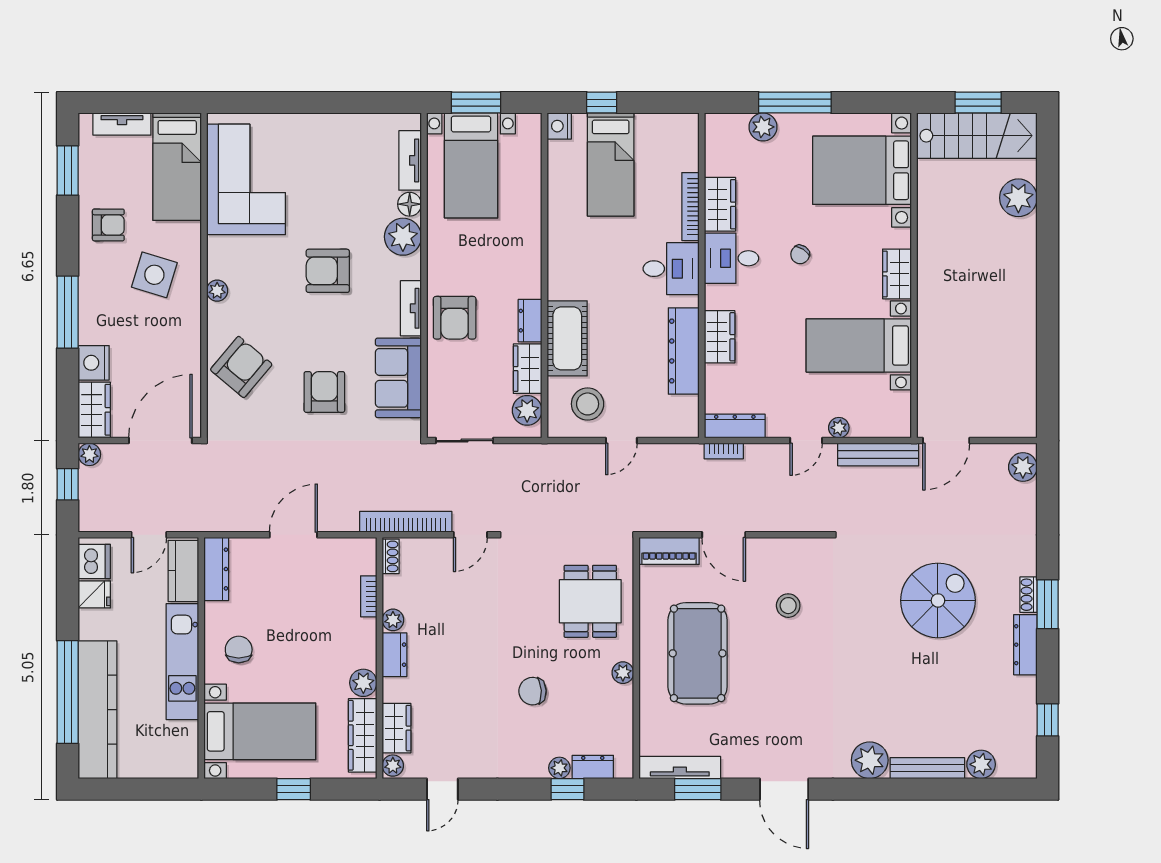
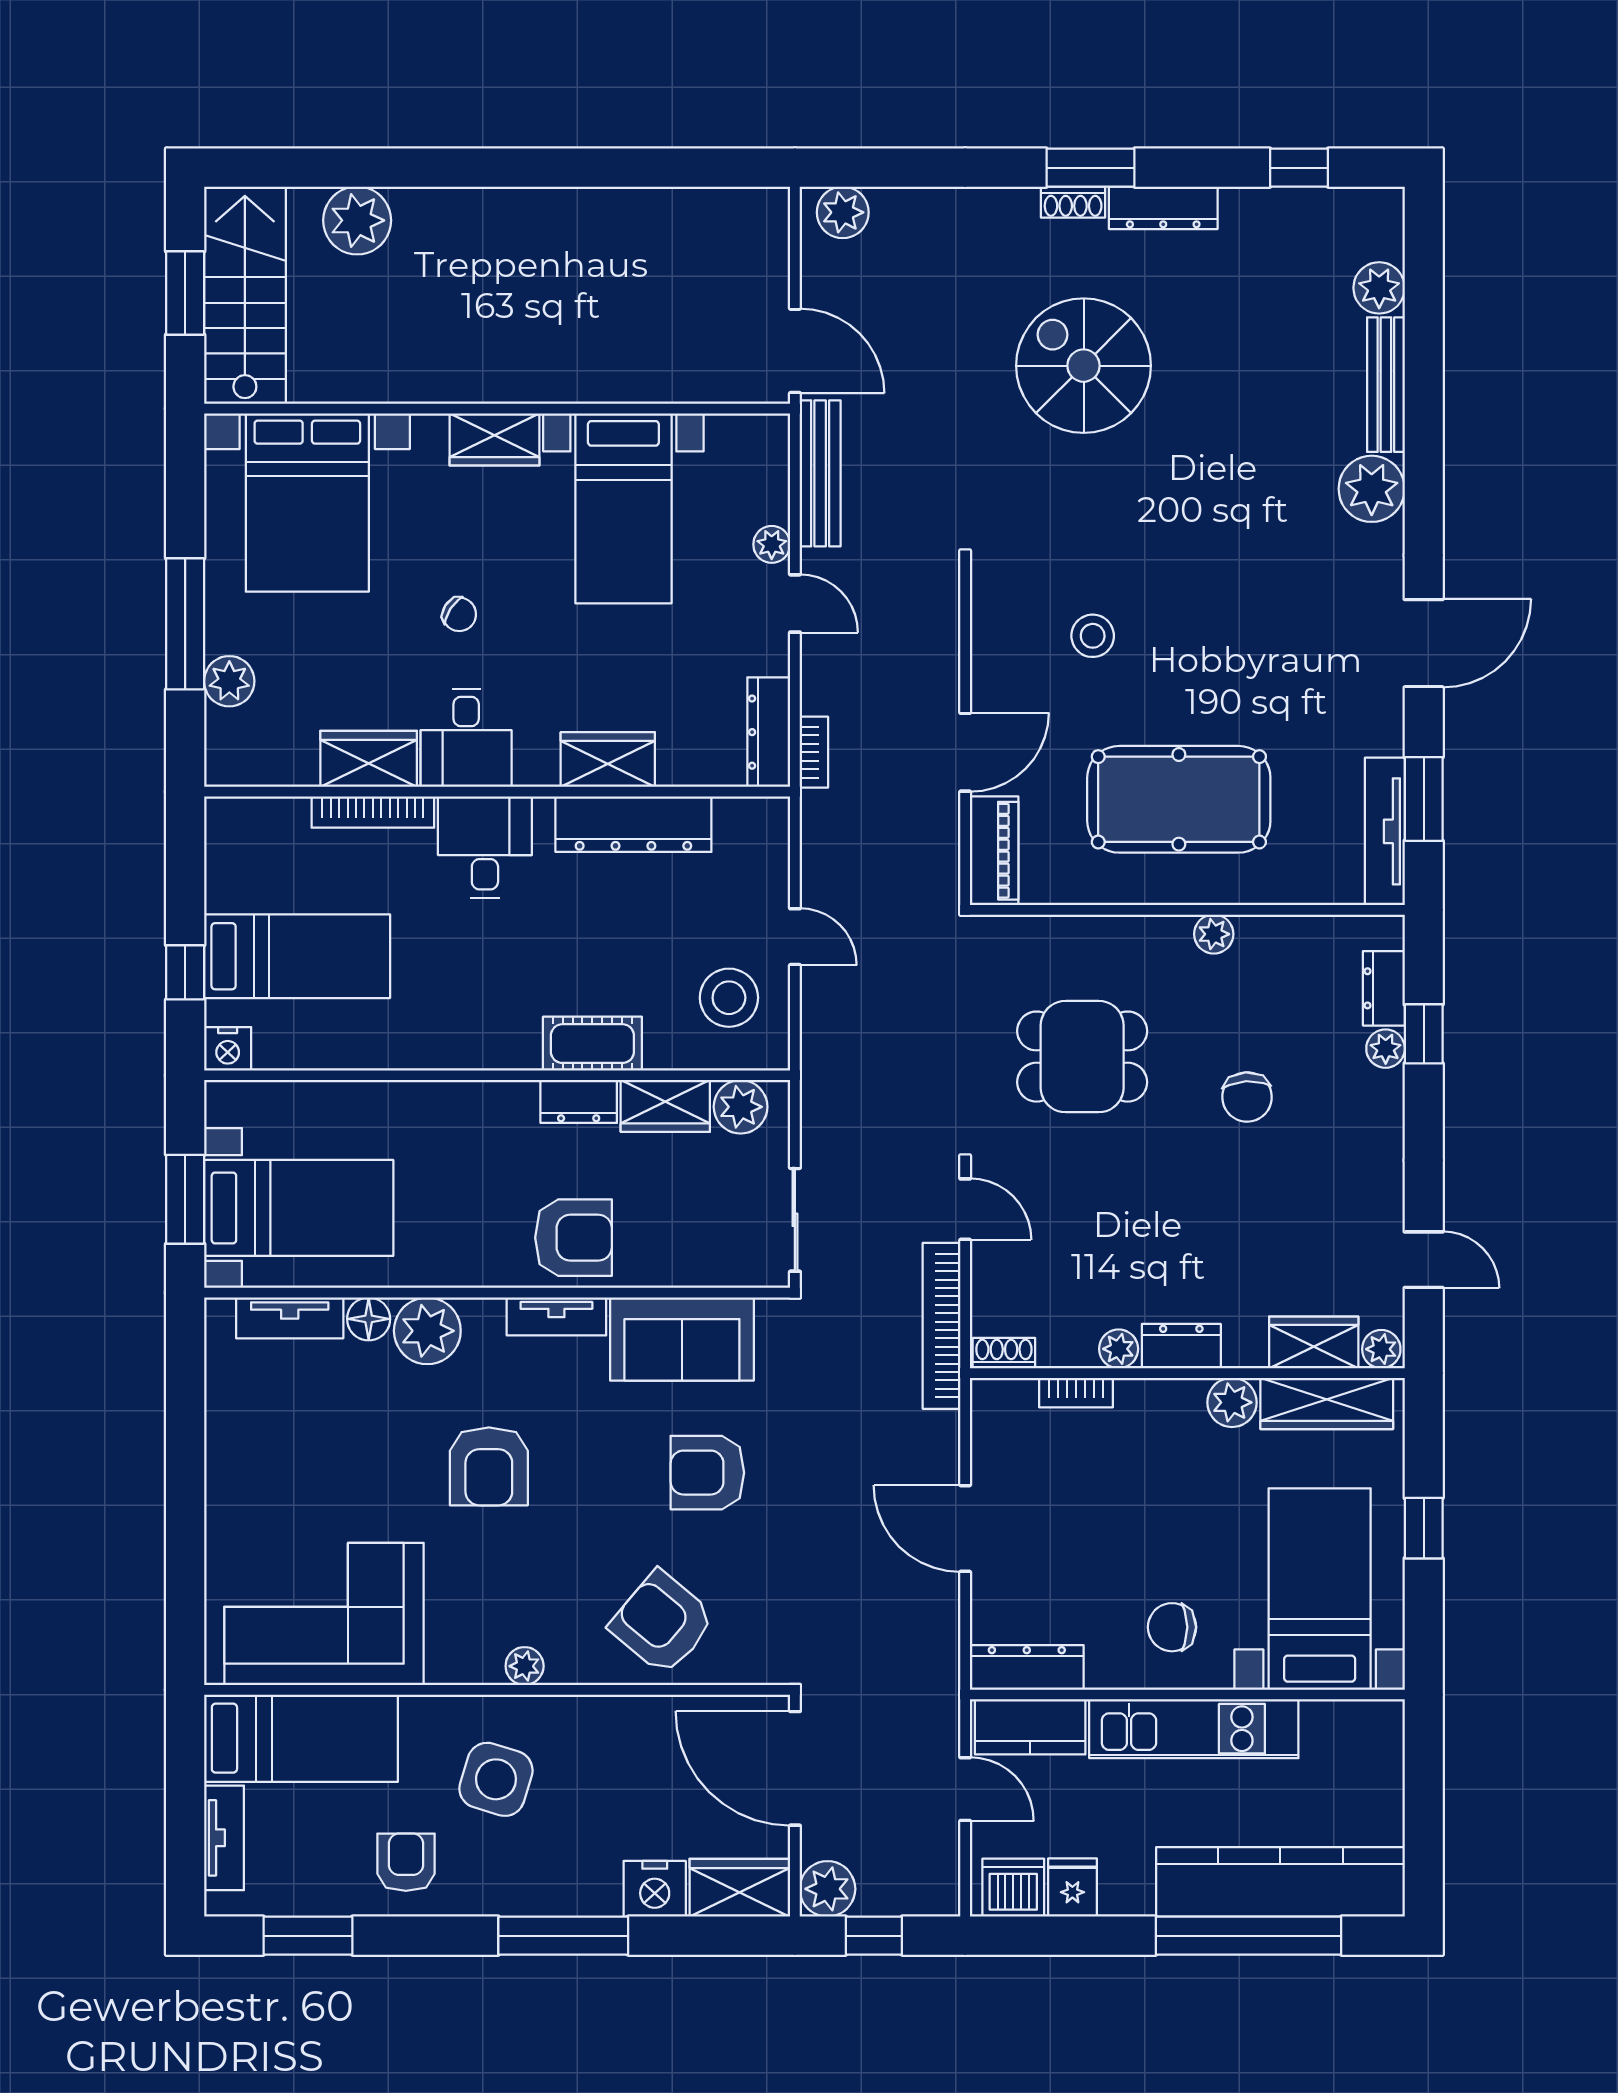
cot: (567, 338) -> (592, 1044), width x0.73, depth x0.75
plant: (89, 454) -> (827, 1889), width x1.38, depth x1.38
dining table: (590, 601) -> (1082, 1057), moved

